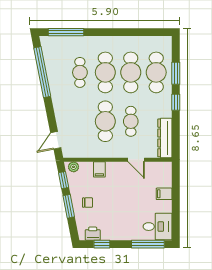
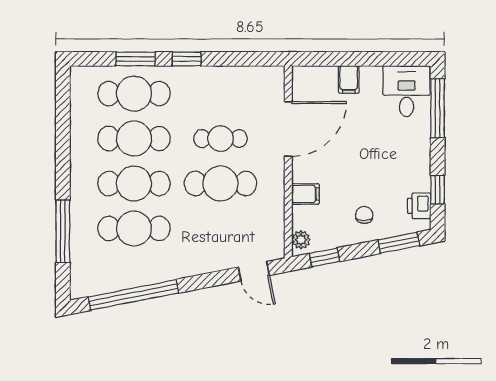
window: (66, 32) -> (63, 231), moved
cafe table: (80, 72) -> (134, 228), width x1.37, depth x1.35
dresser: (165, 138) -> (250, 78), removed
door: (136, 160) -> (288, 129), width x1.87
window: (69, 206) -> (399, 243), moved

